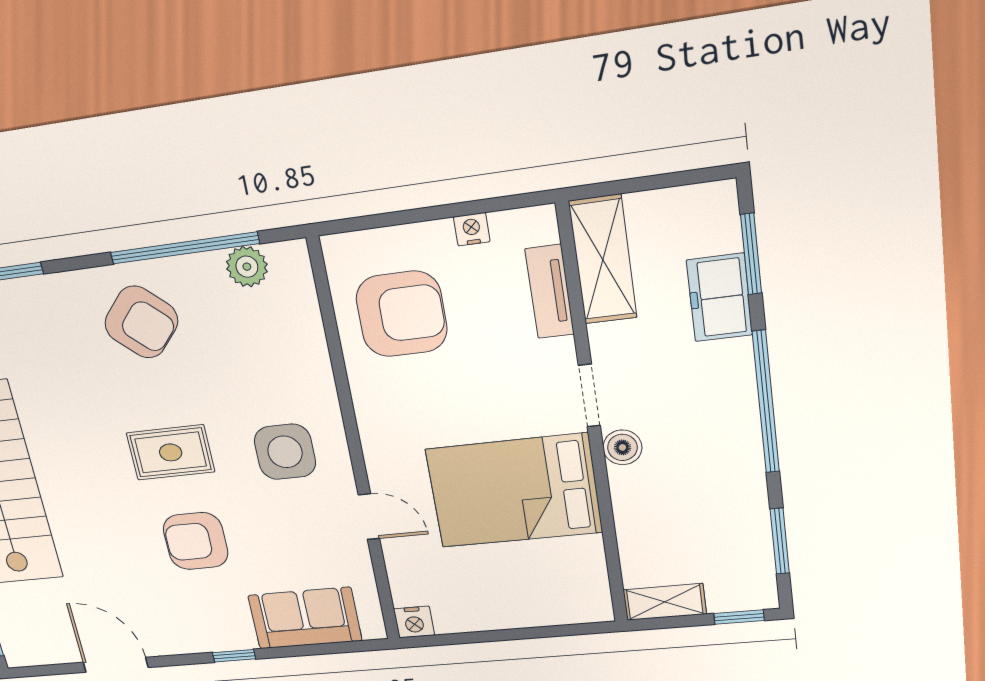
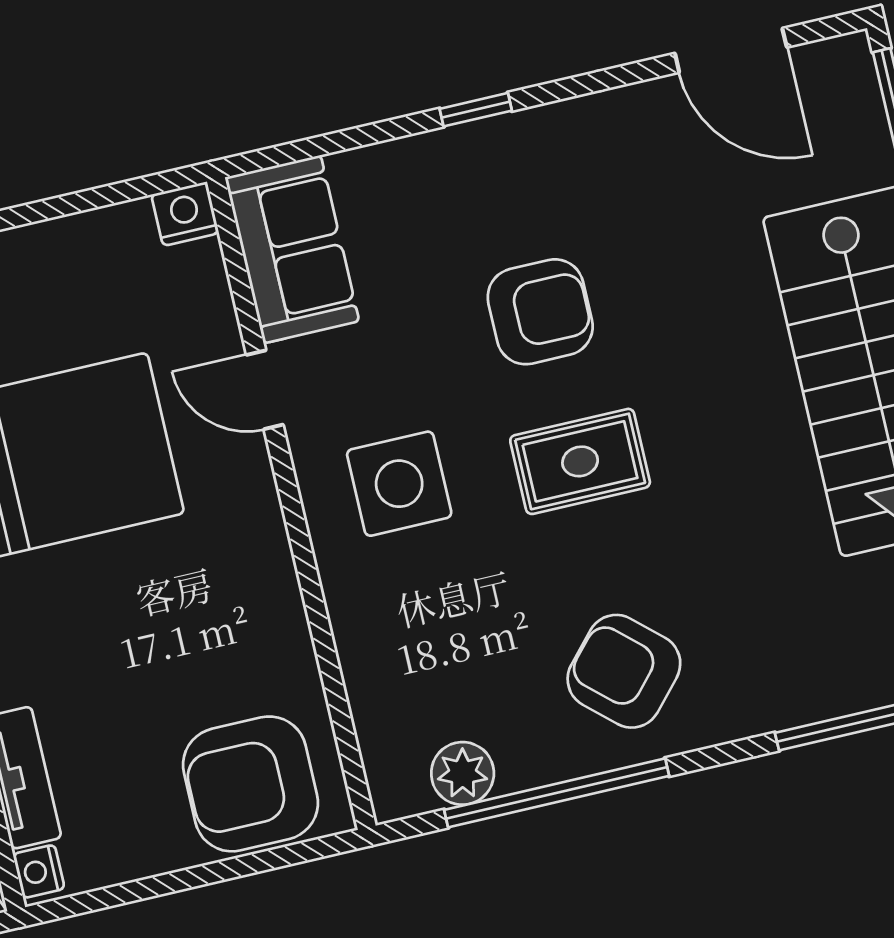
nightstand: (472, 229) -> (39, 871), moved, turned 90
armchair: (402, 314) -> (251, 784), moved
sofa: (305, 618) -> (292, 249), moved, turned -90
door: (116, 665) -> (731, 50), moved

